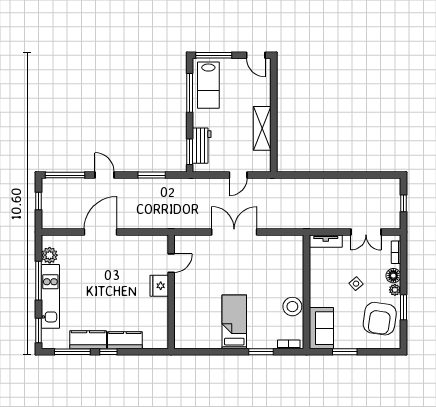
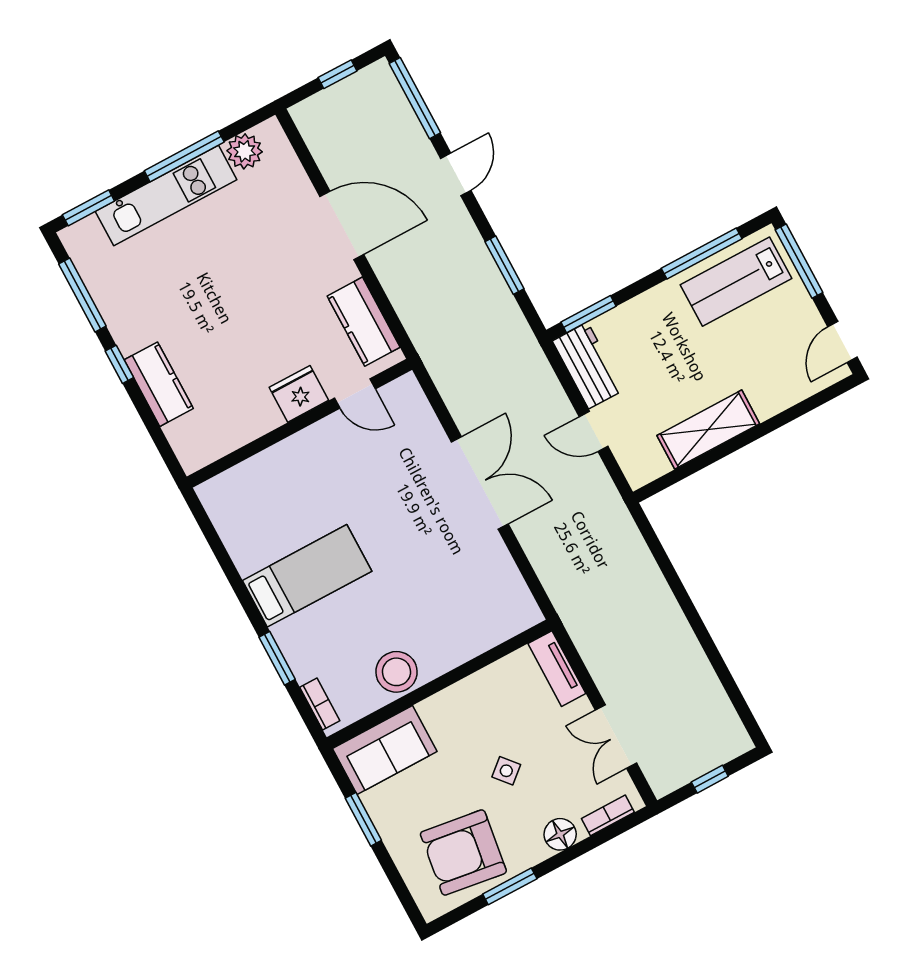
workbench: (202, 146) -> (588, 366), moved, turned -90
plant: (395, 290) -> (534, 852), removed
kitchen counter: (88, 340) -> (364, 322), moved, turned 180

